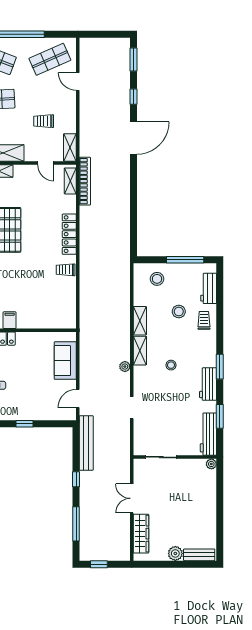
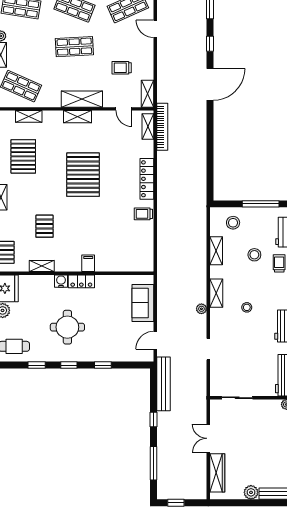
shelving: (140, 321) -> (216, 251), moved

